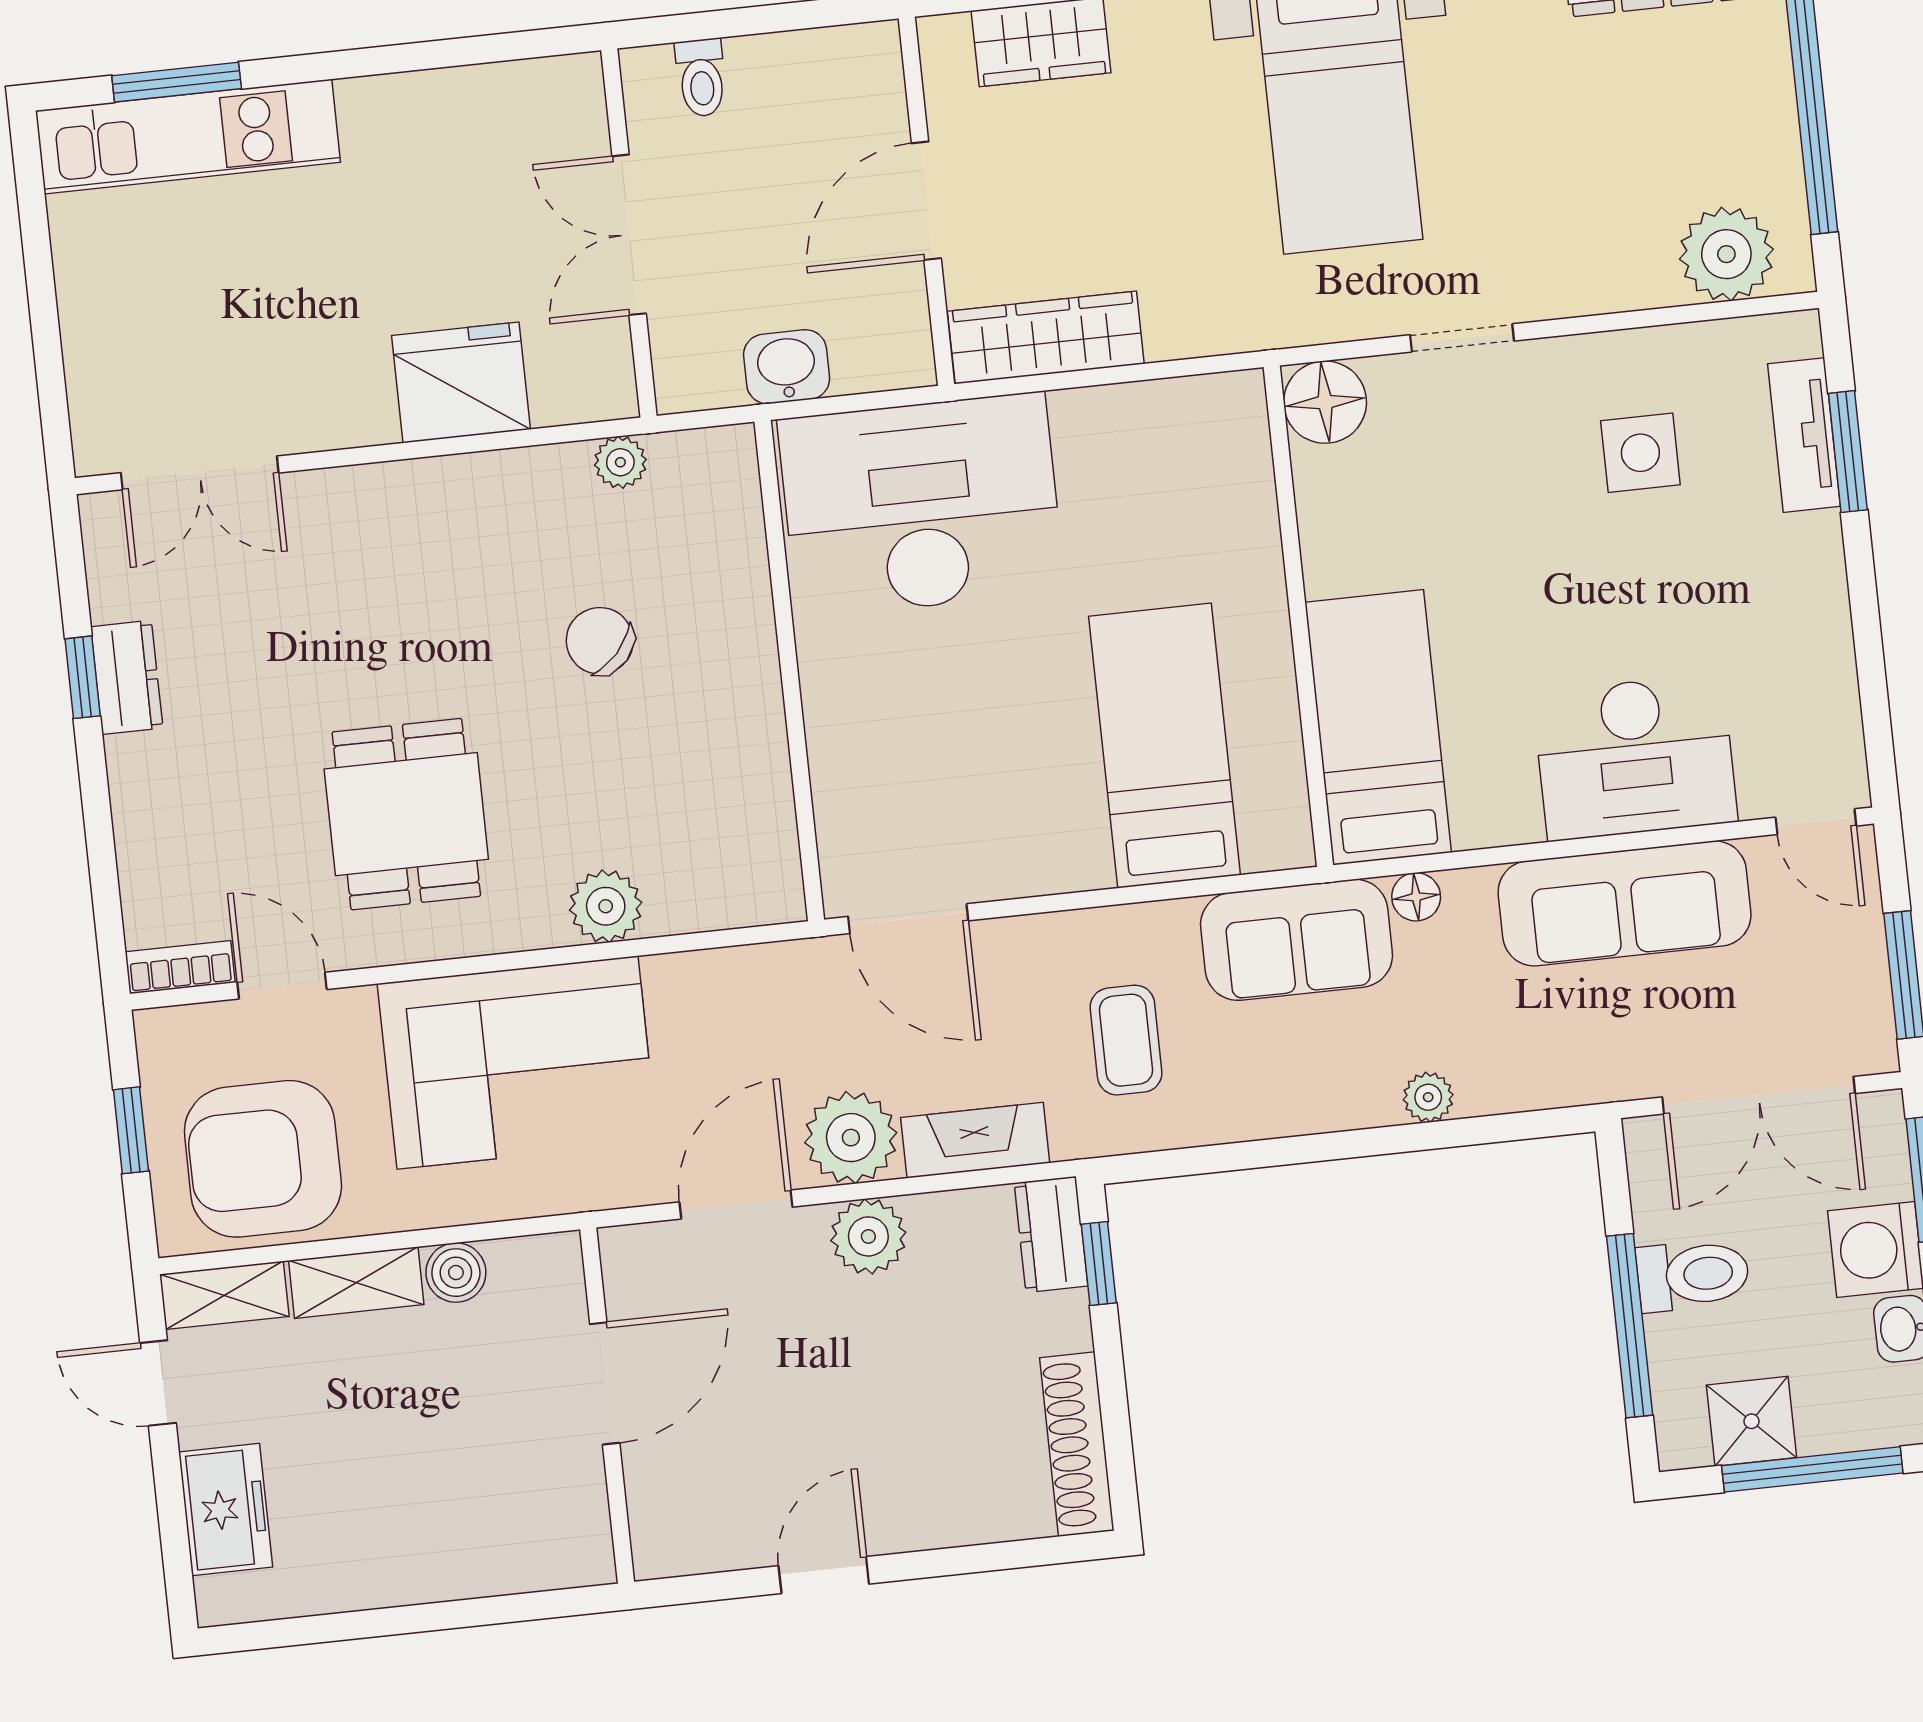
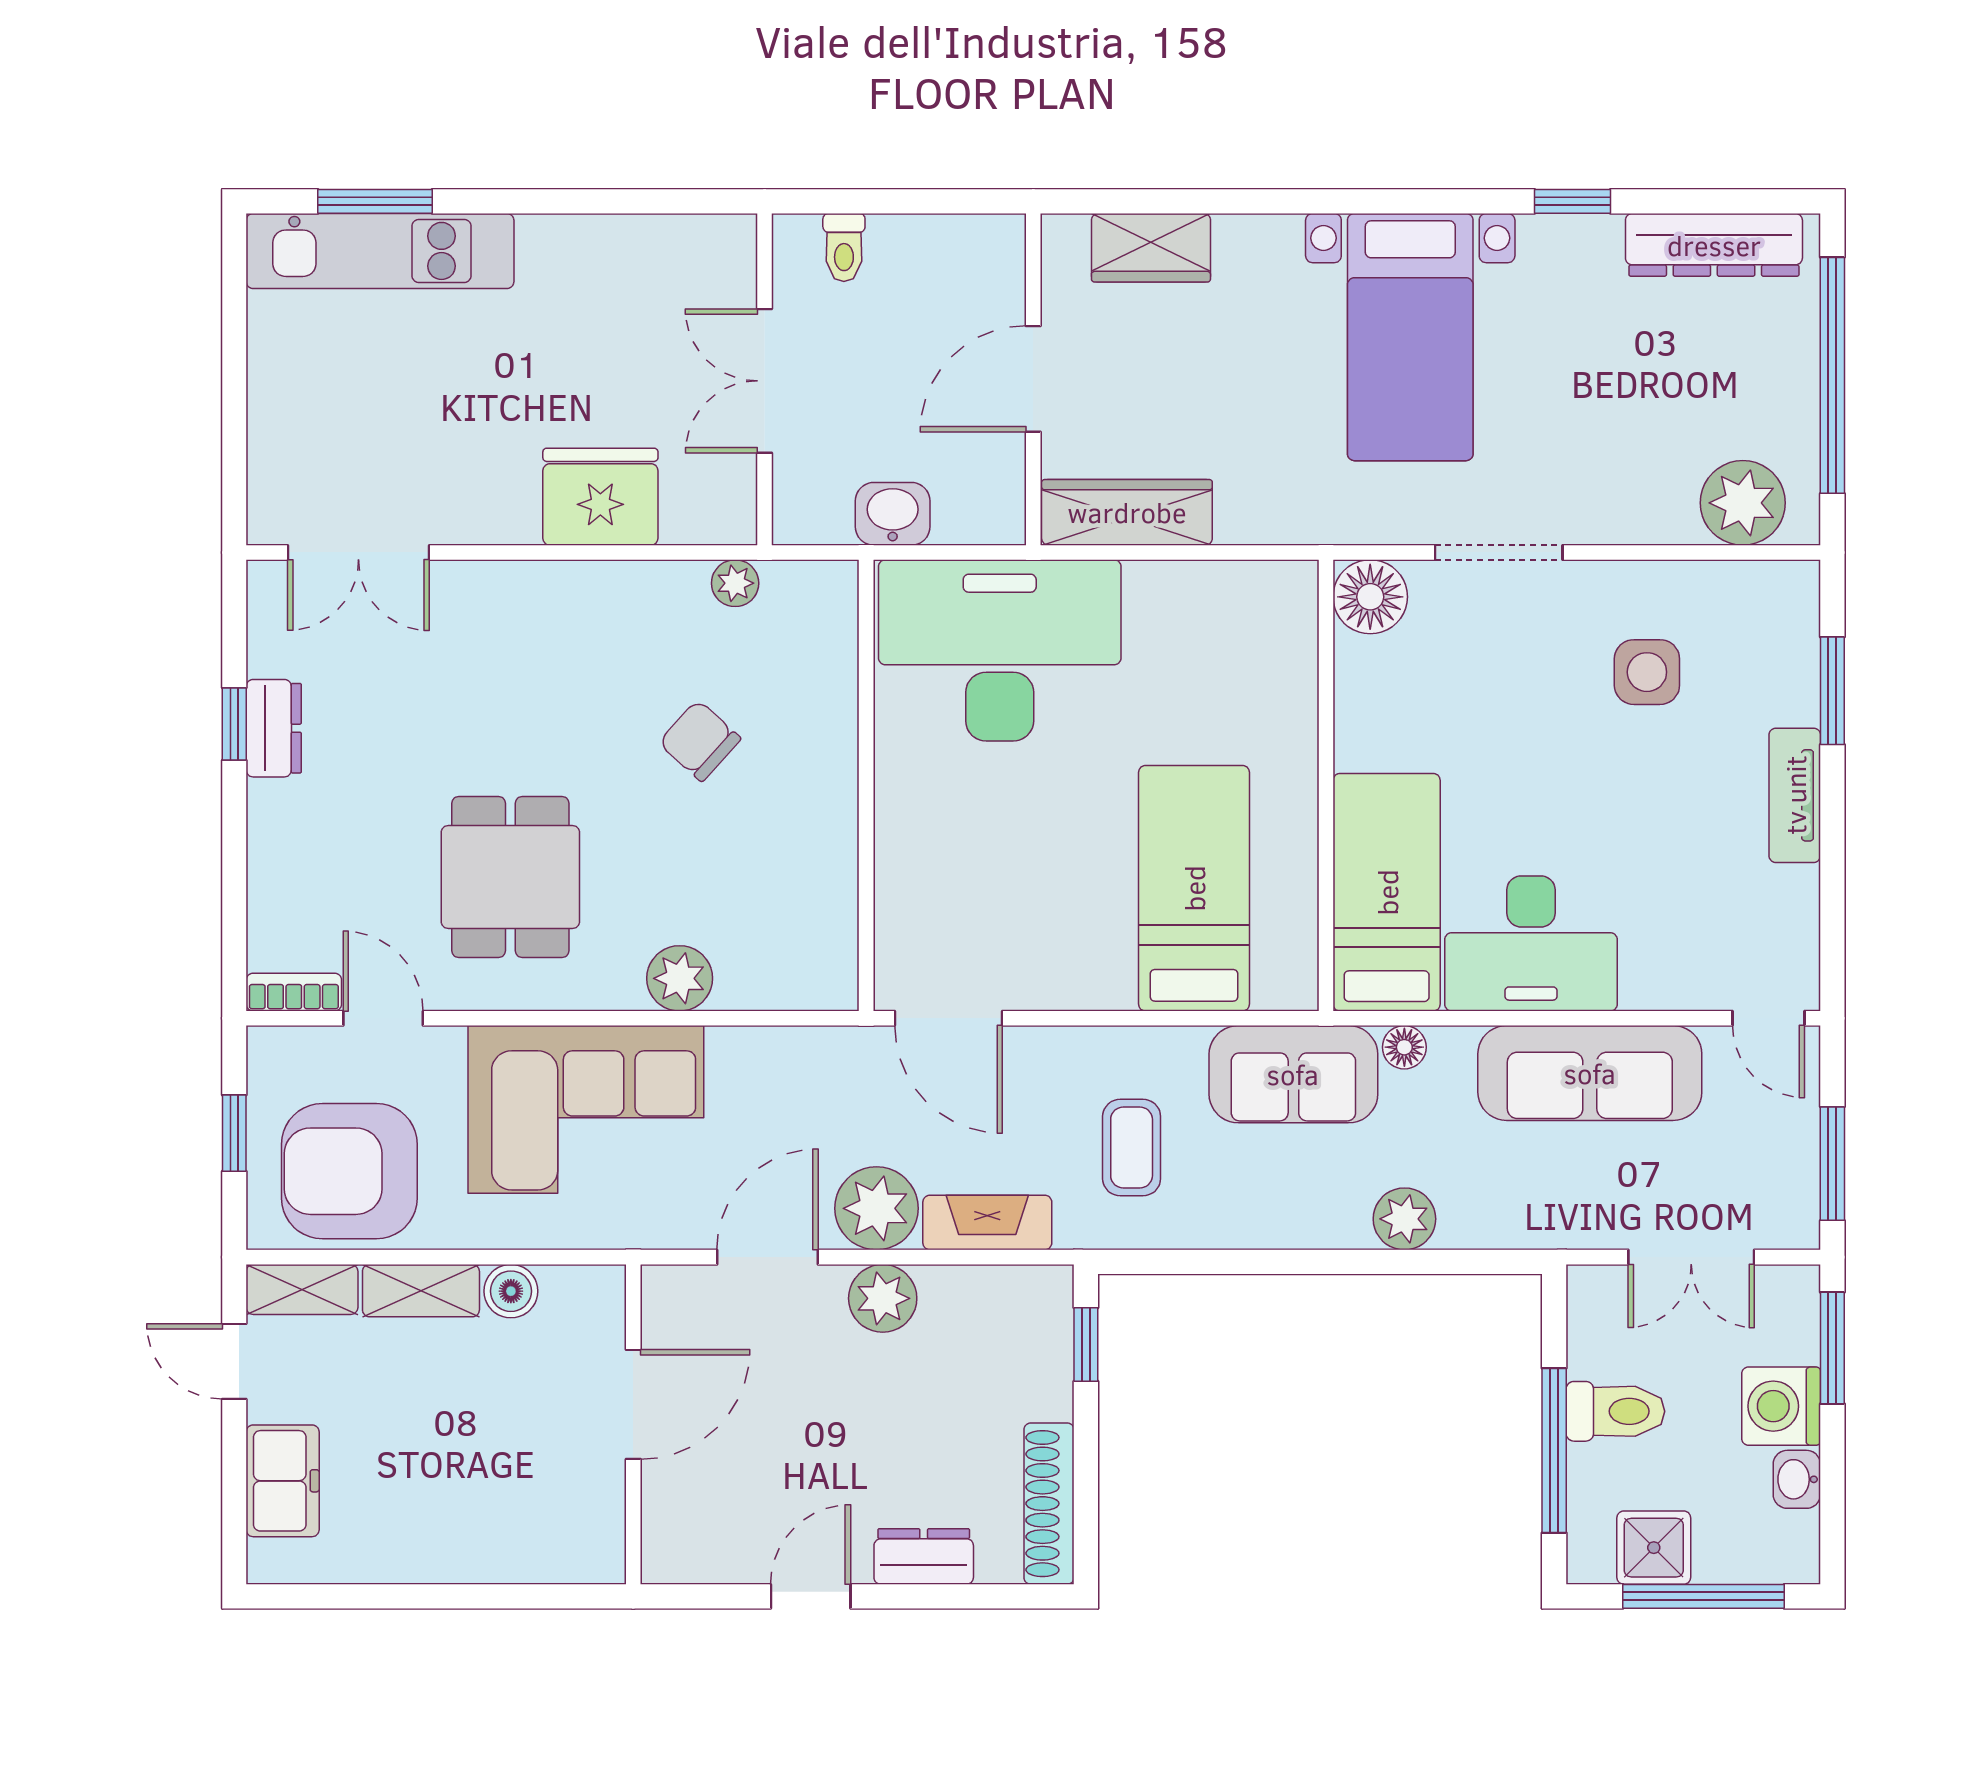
doorway: (1462, 338) -> (1499, 552), width x1.38
tv unit: (1804, 435) -> (1795, 795), moved
desk: (1635, 757) -> (1531, 943), moved
double door: (1759, 1095) -> (1691, 1257), width x0.73
plant: (1428, 1097) -> (1404, 1219), width x1.38, depth x1.38
dresser: (1051, 1234) -> (924, 1556), moved, turned 90

